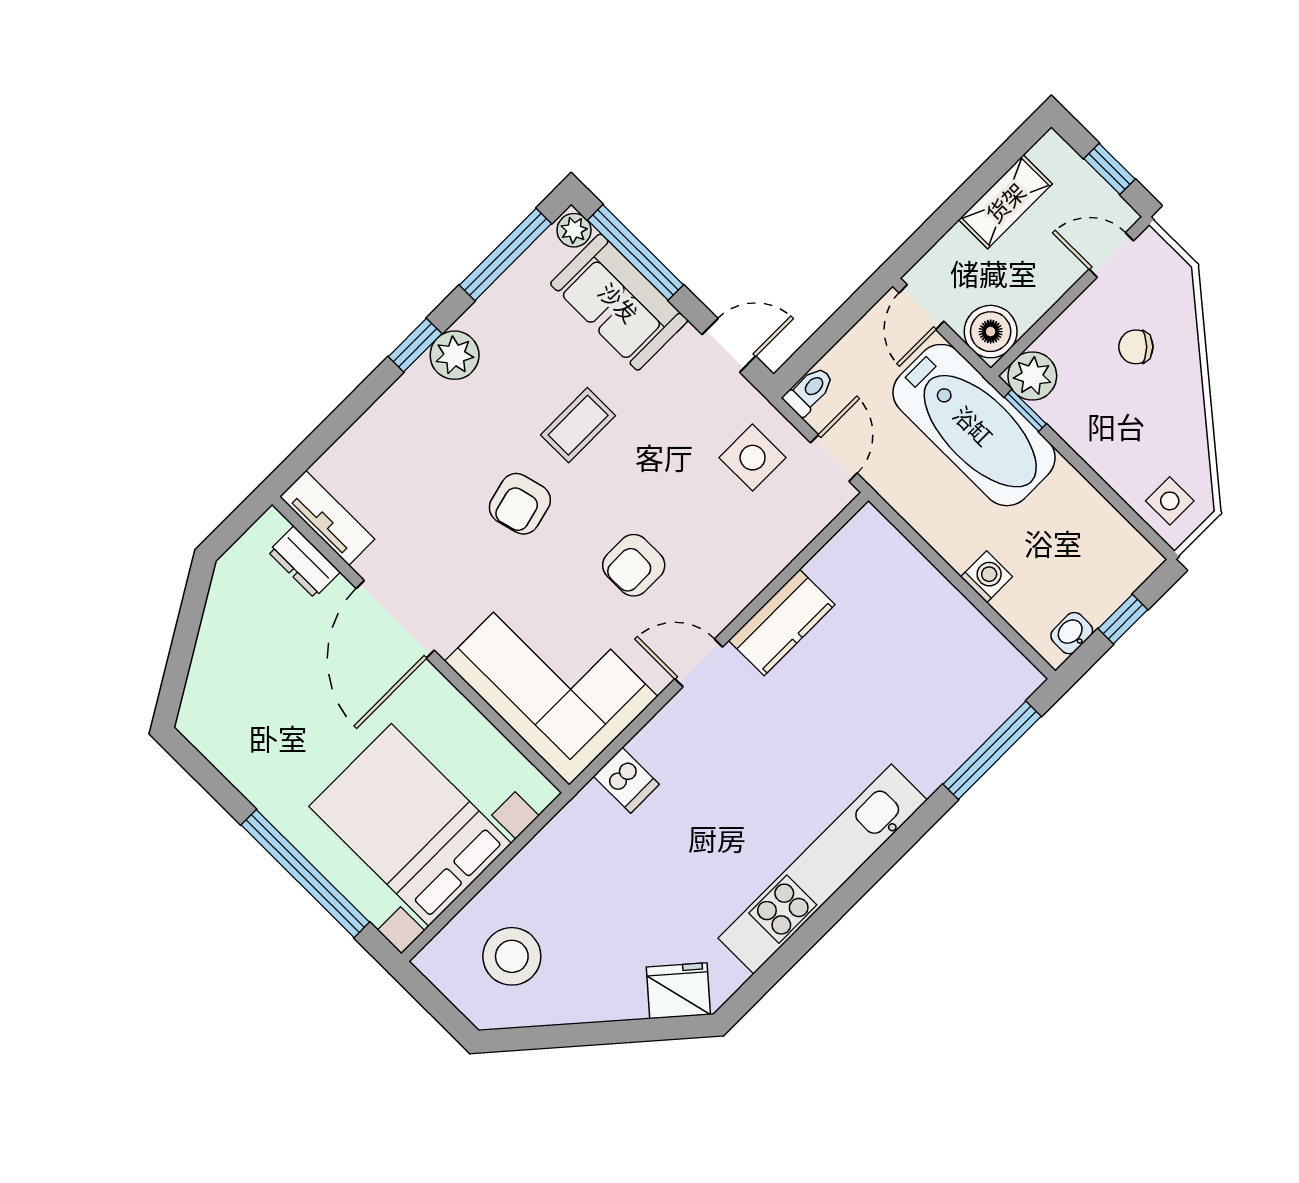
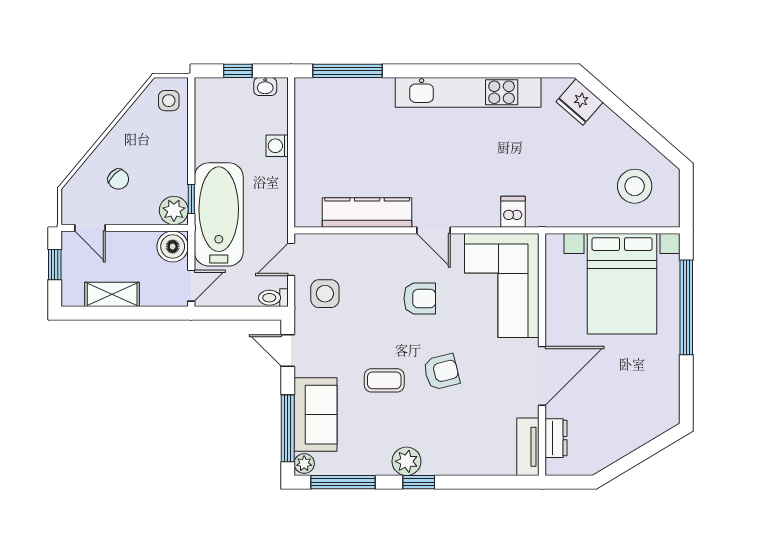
kitchen counter: (782, 623) -> (367, 212), width x1.50

